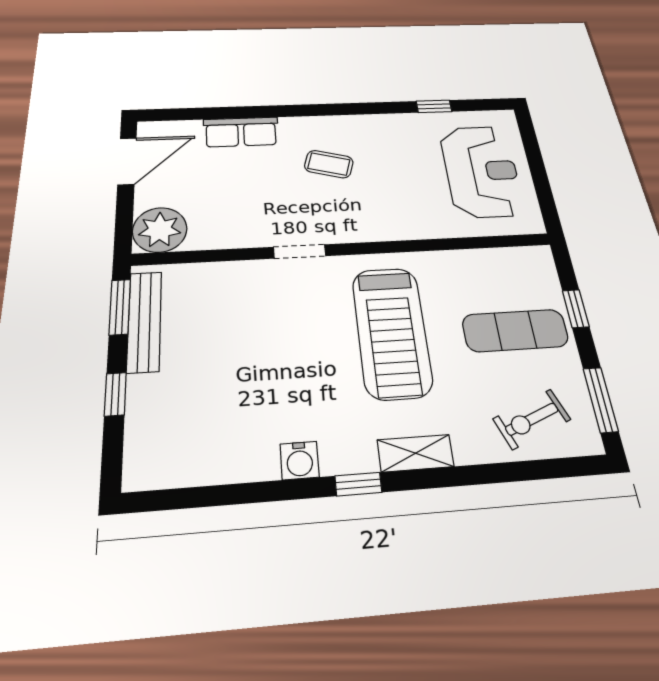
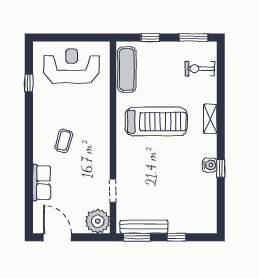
doorway: (300, 251) -> (113, 191), moved
exercise mat: (515, 330) -> (127, 70), moved
exercise bike: (532, 419) -> (200, 69), turned 112
window: (358, 484) -> (221, 168), moved

